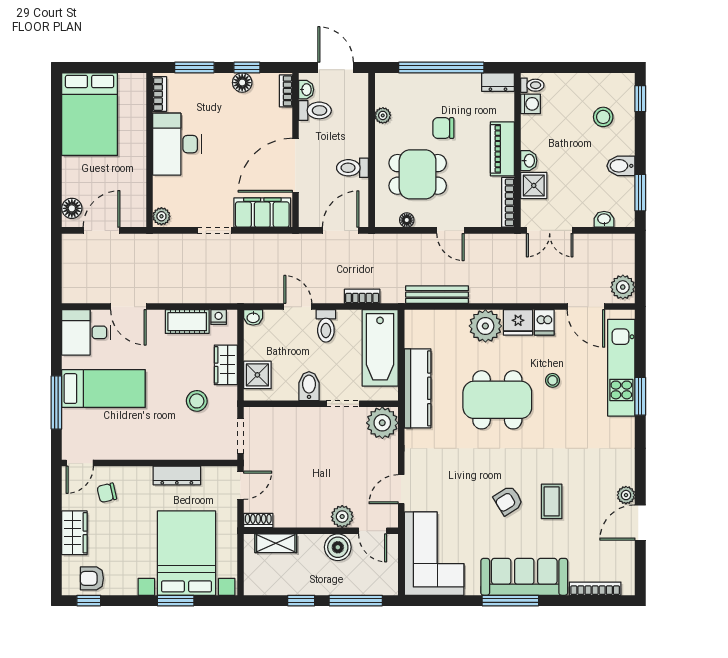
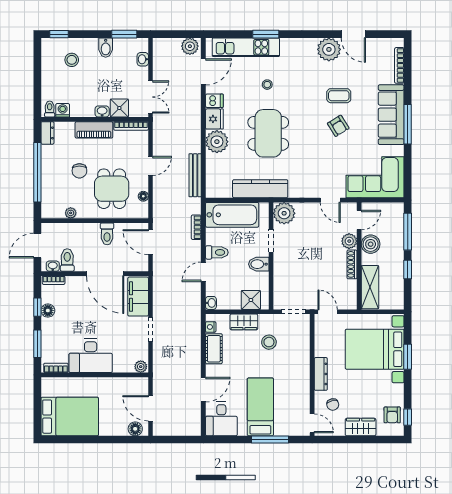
stool: (553, 380) -> (267, 85), moved
dresser: (177, 476) -> (321, 374), moved
plant: (626, 495) -> (329, 49), width x1.88, depth x1.88
shoe rack: (258, 520) -> (352, 264), moved, width x1.43
shelving: (276, 543) -> (370, 287), width x1.50, depth x1.33

